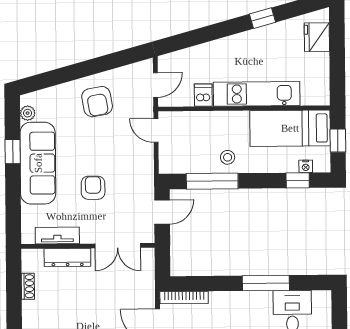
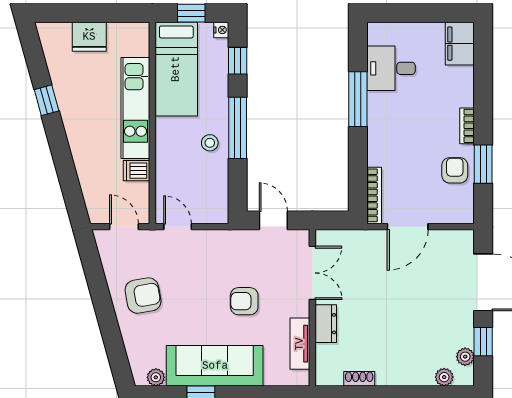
fridge: (317, 37) -> (89, 37), moved
door: (156, 130) -> (178, 227), swing flipped
nightstand: (306, 166) -> (221, 30), moved
window: (212, 181) -> (238, 128), moved
dresser: (67, 257) -> (326, 324), width x0.70

